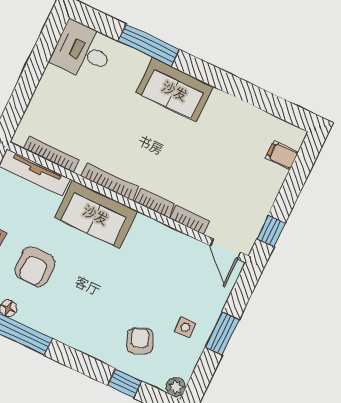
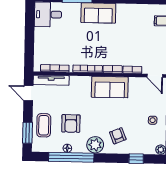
sofa: (96, 214) -> (110, 87), moved
plant: (61, 325) -> (95, 145), added
armchair: (140, 341) -> (118, 136), moved

